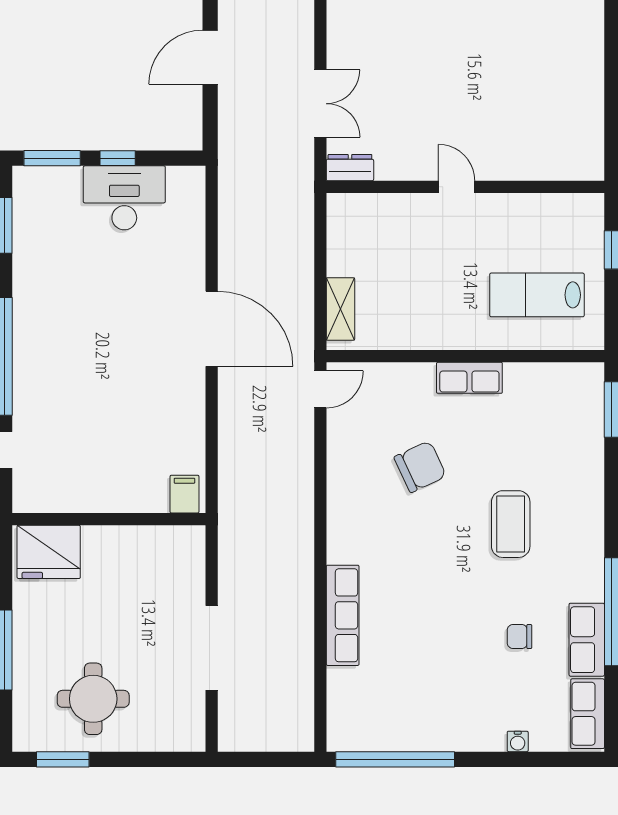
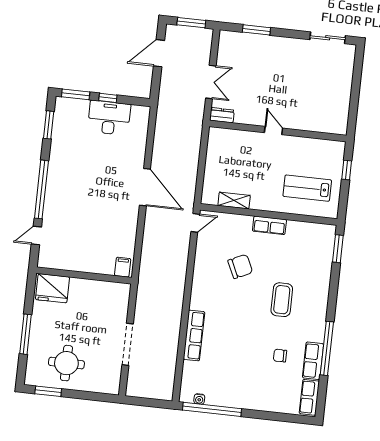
shelving: (340, 309) -> (234, 200), moved, turned 90
water cooler: (518, 741) -> (199, 399), moved

